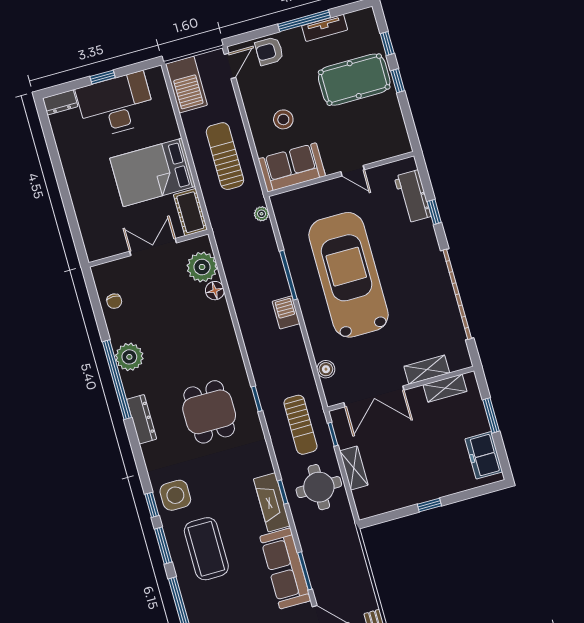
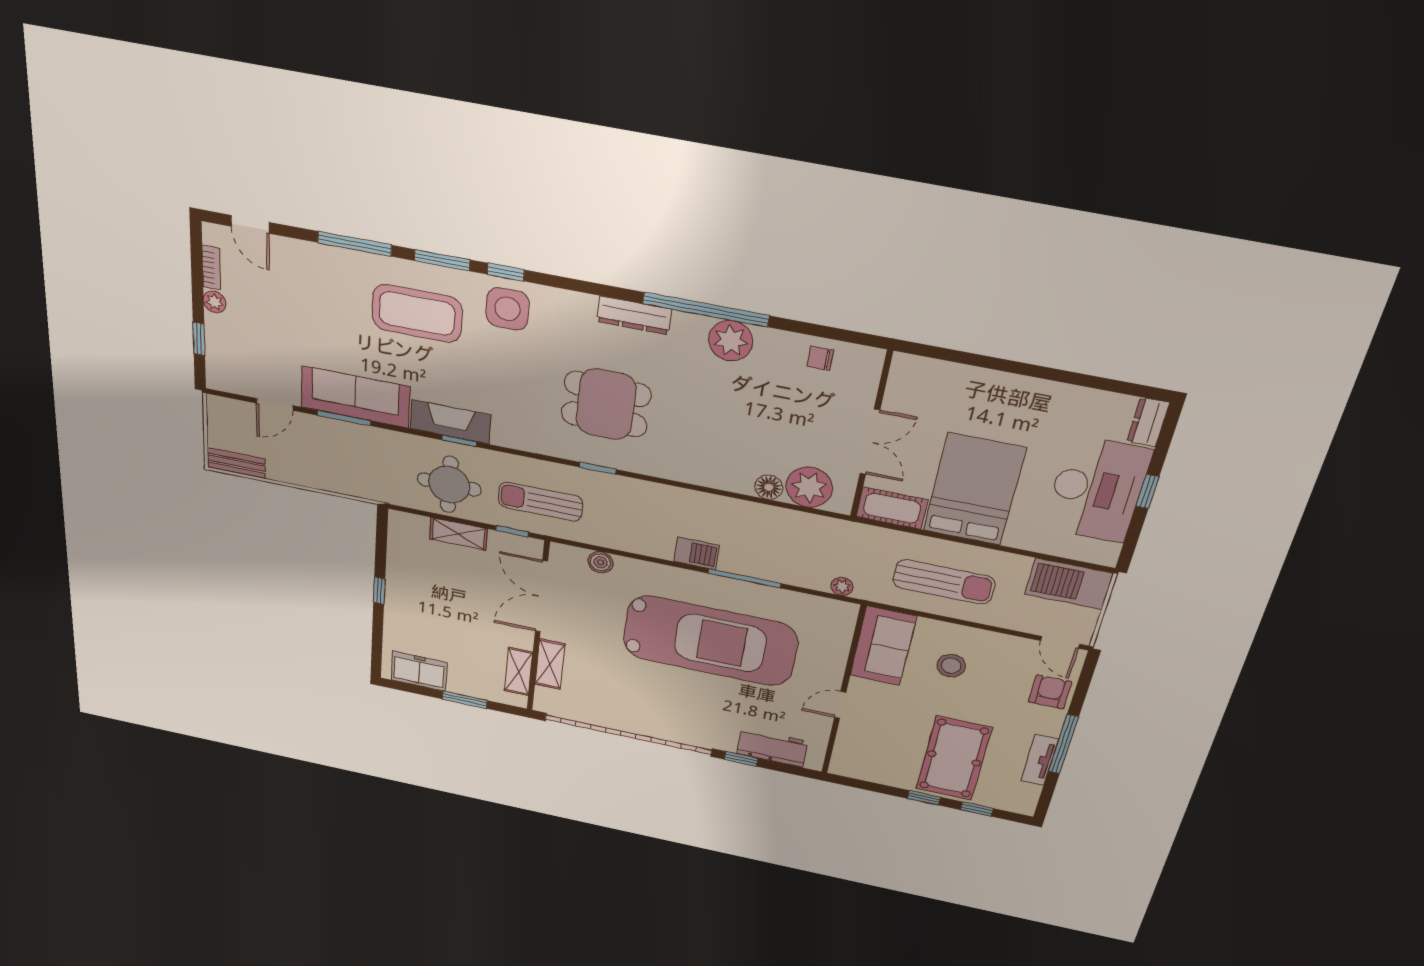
garage door: (457, 294) -> (628, 735), width x1.36

